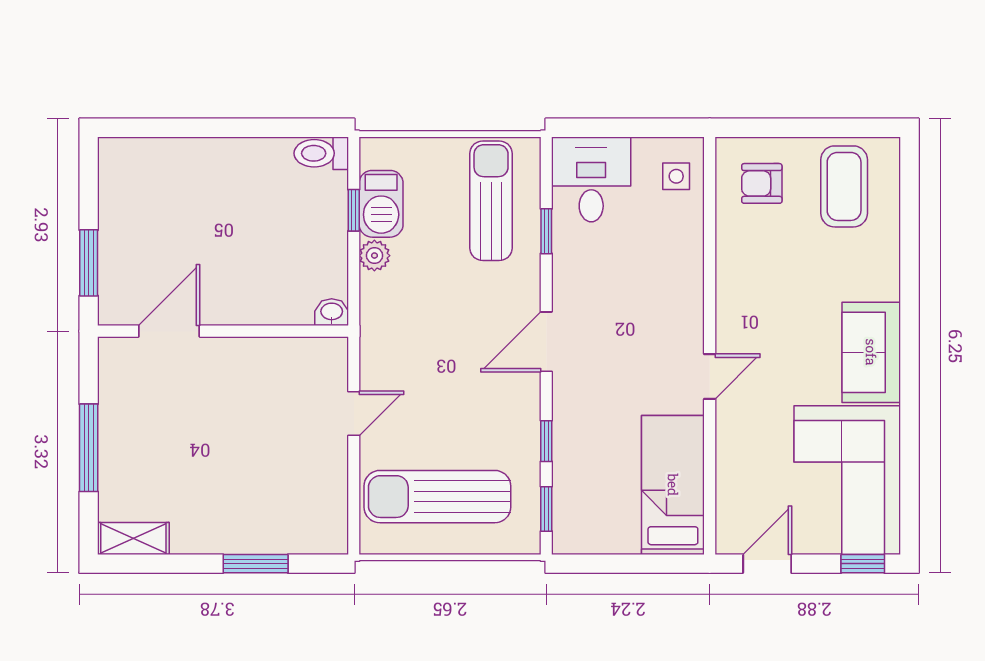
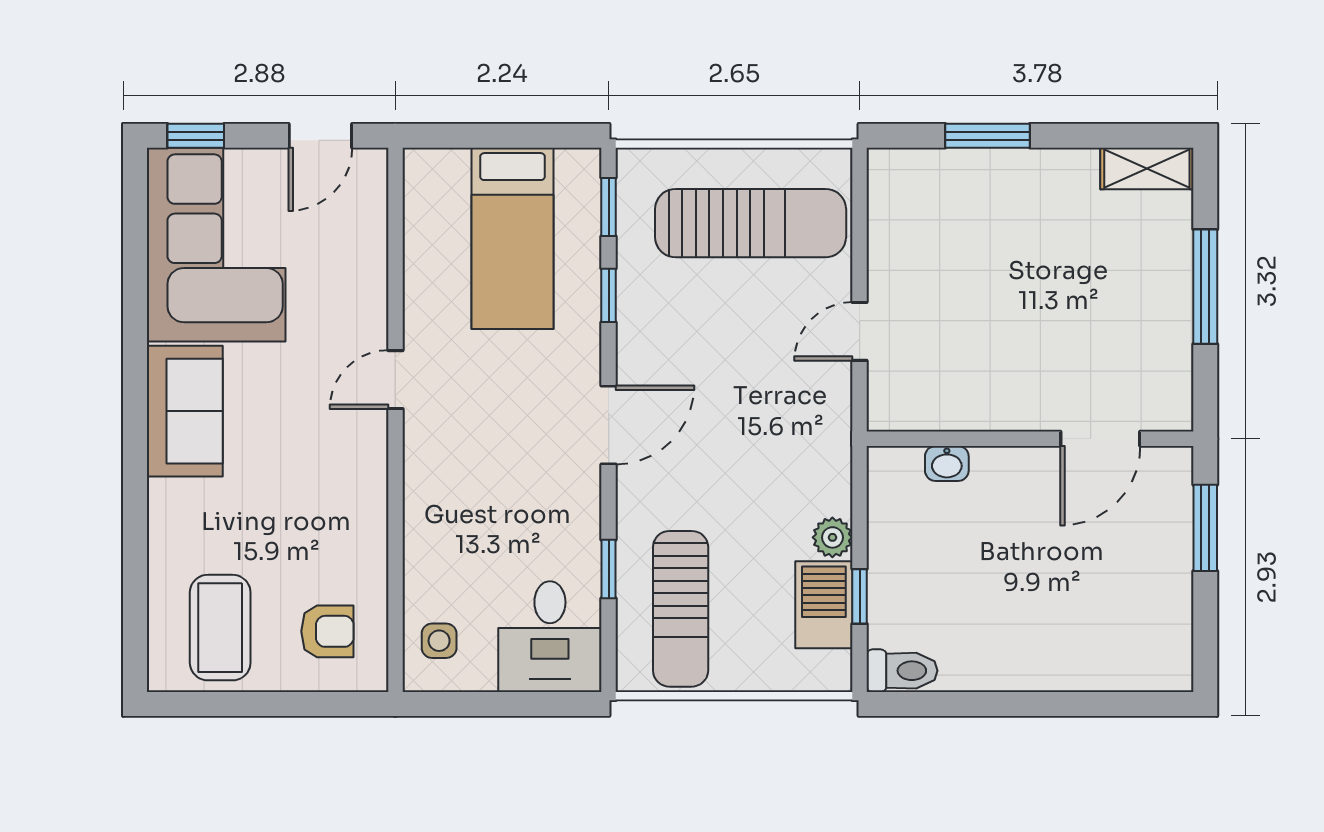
washbasin: (332, 312) -> (947, 463), moved
bed: (673, 485) -> (512, 238), moved

